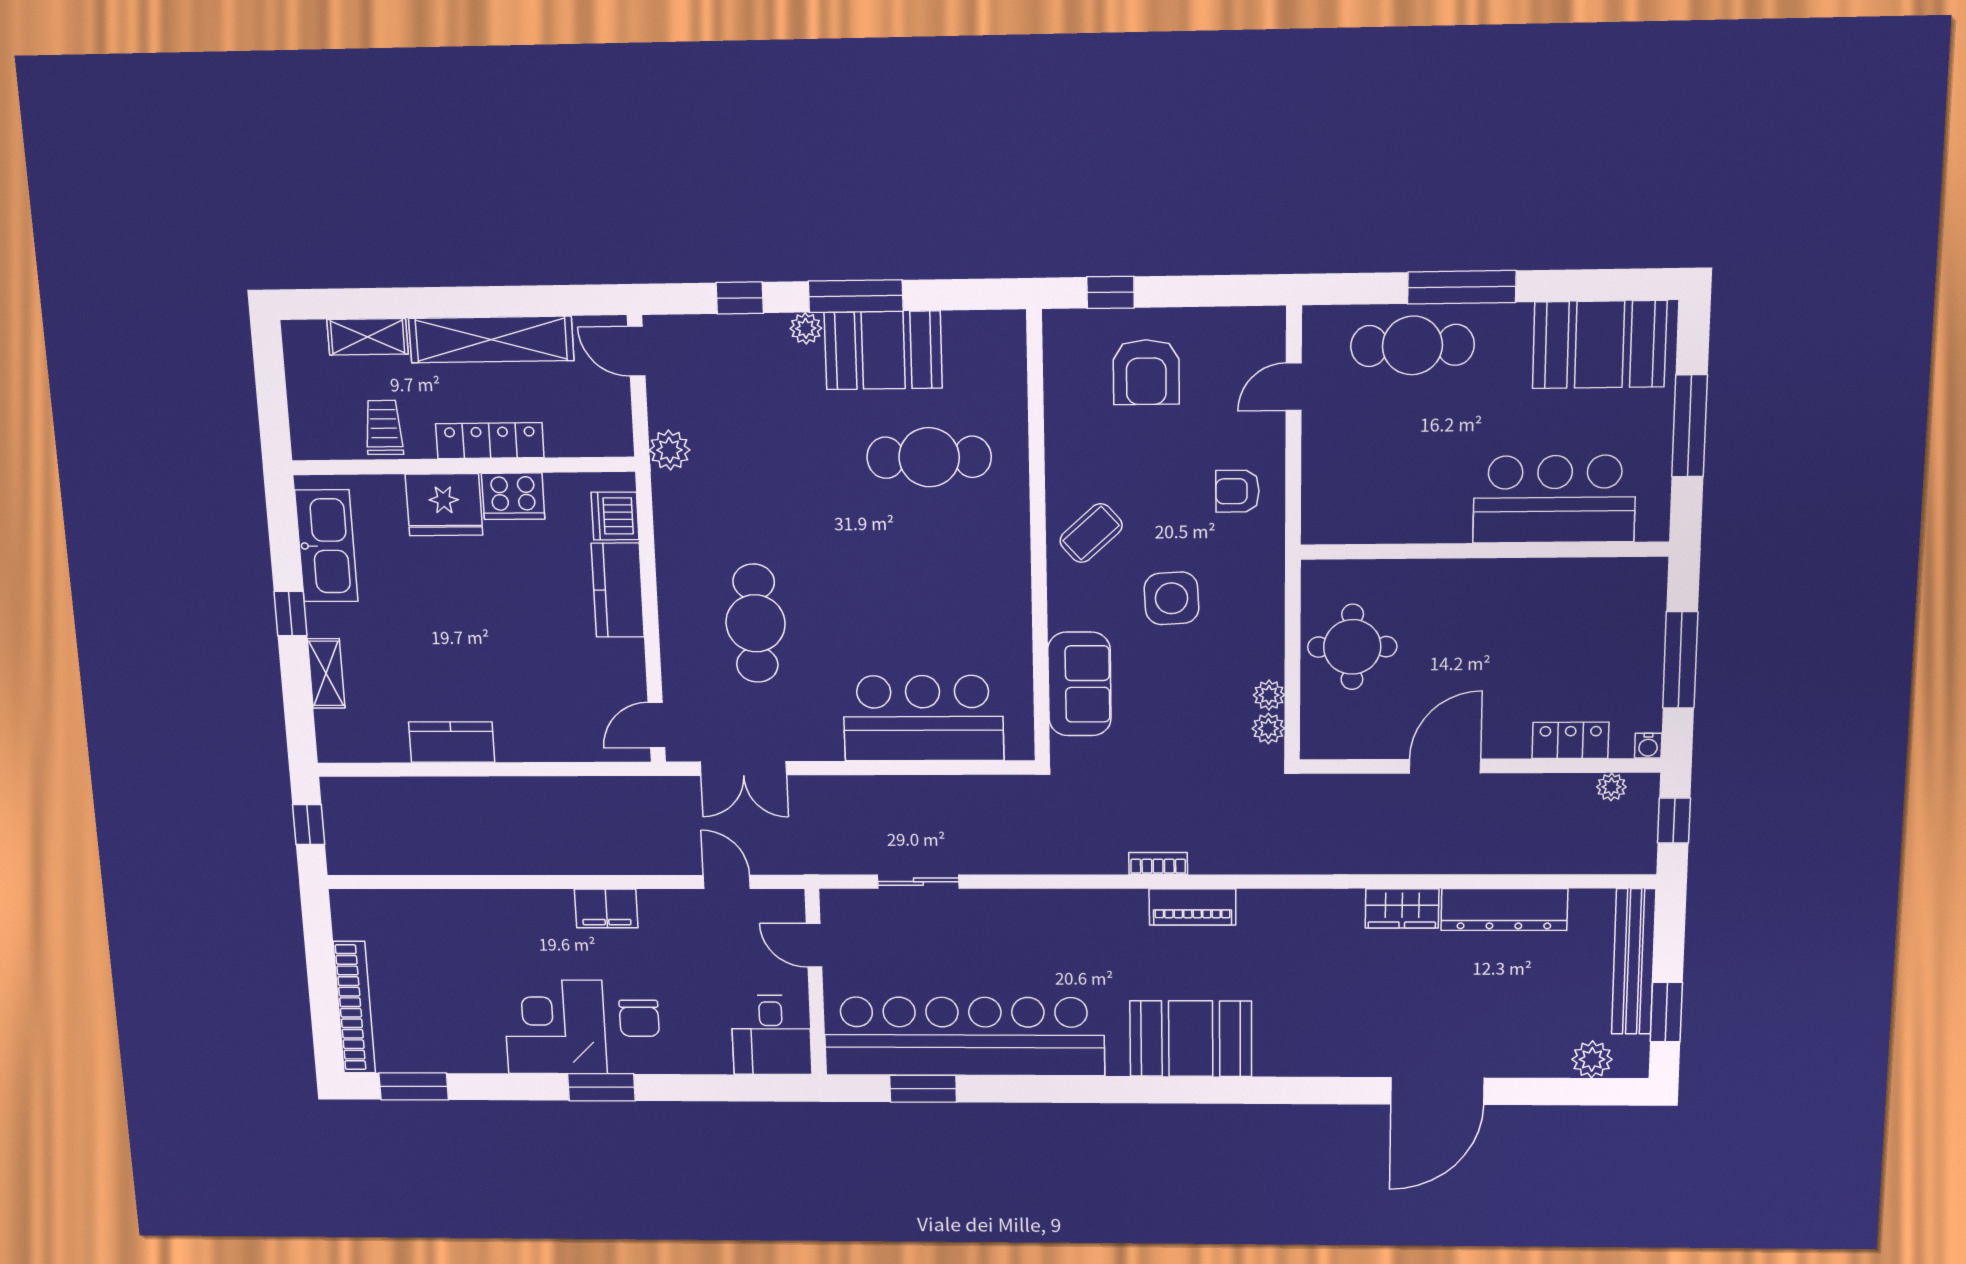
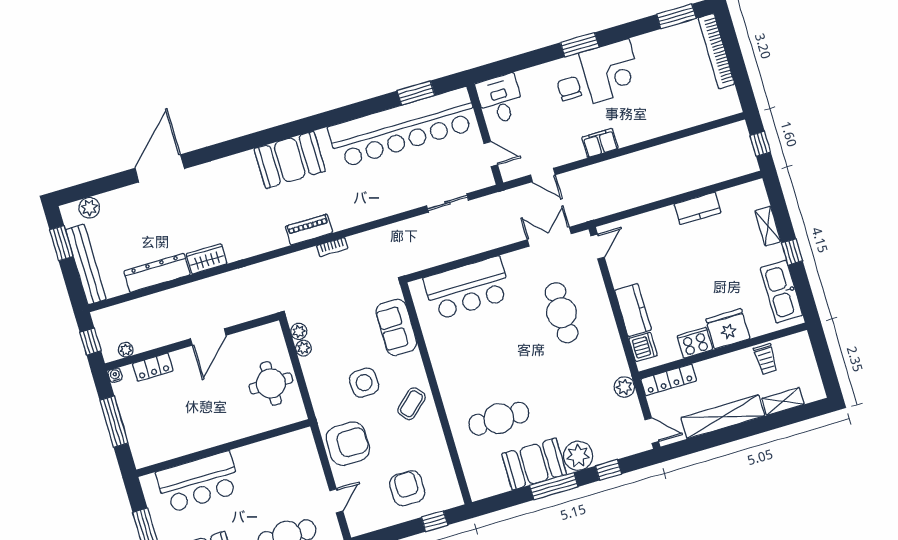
plant: (806, 328) -> (578, 456), width x1.87, depth x1.87
locker: (490, 441) -> (669, 380), moved
armchair: (1237, 491) -> (348, 444), width x1.88, depth x1.88

